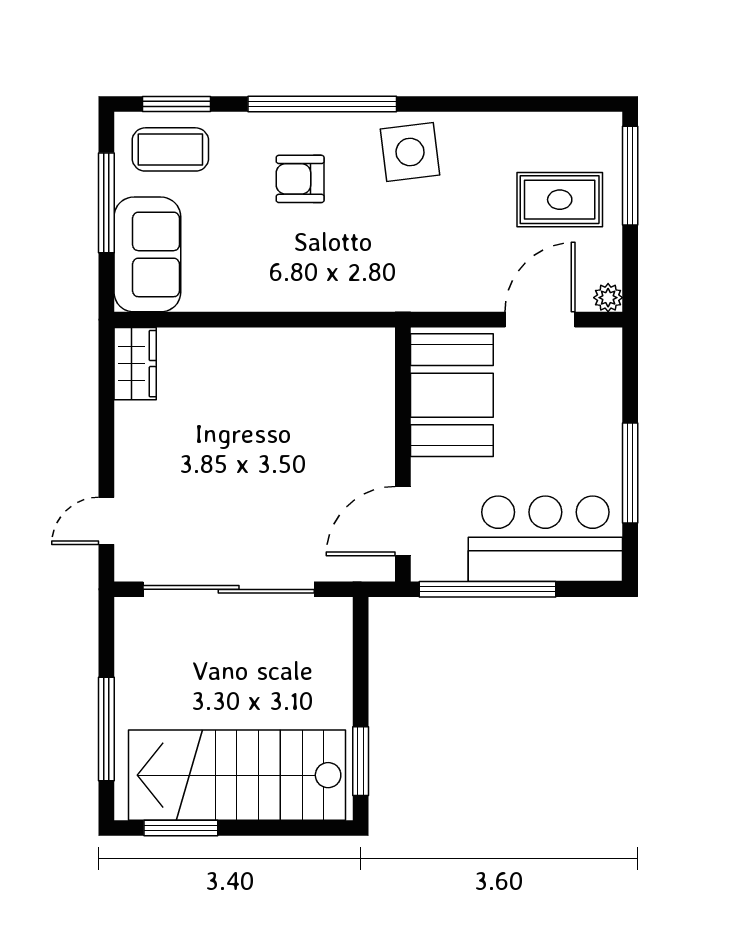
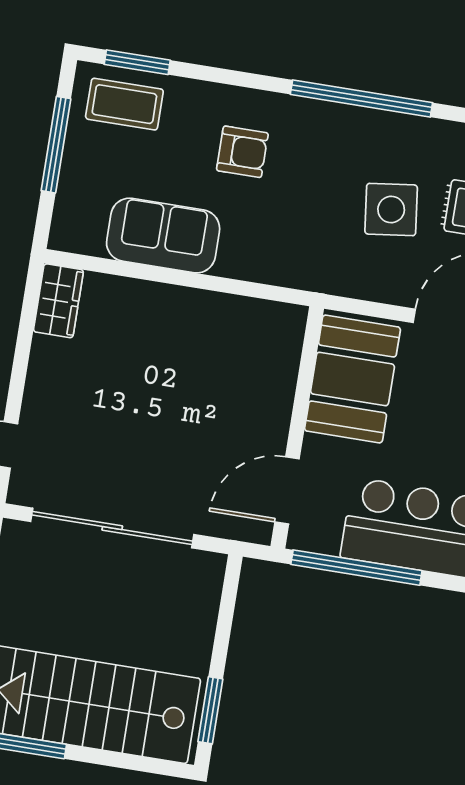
window: (322, 104) -> (361, 99), moved
side table: (410, 152) -> (391, 210), moved
armchair: (300, 179) -> (242, 152), turned 180
sofa: (147, 254) -> (163, 236), moved, turned -90

